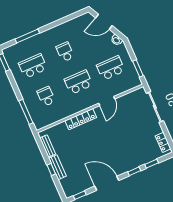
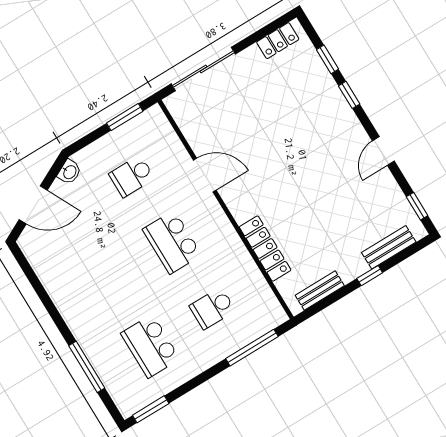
door: (104, 22) -> (33, 205), hinge flipped
school desk: (65, 52) -> (110, 280), removed
school desk: (111, 68) -> (132, 176), width x0.54
locker: (81, 119) -> (265, 249), moved
bench: (57, 167) -> (389, 247), moved
door: (107, 183) -> (383, 151), width x0.53

